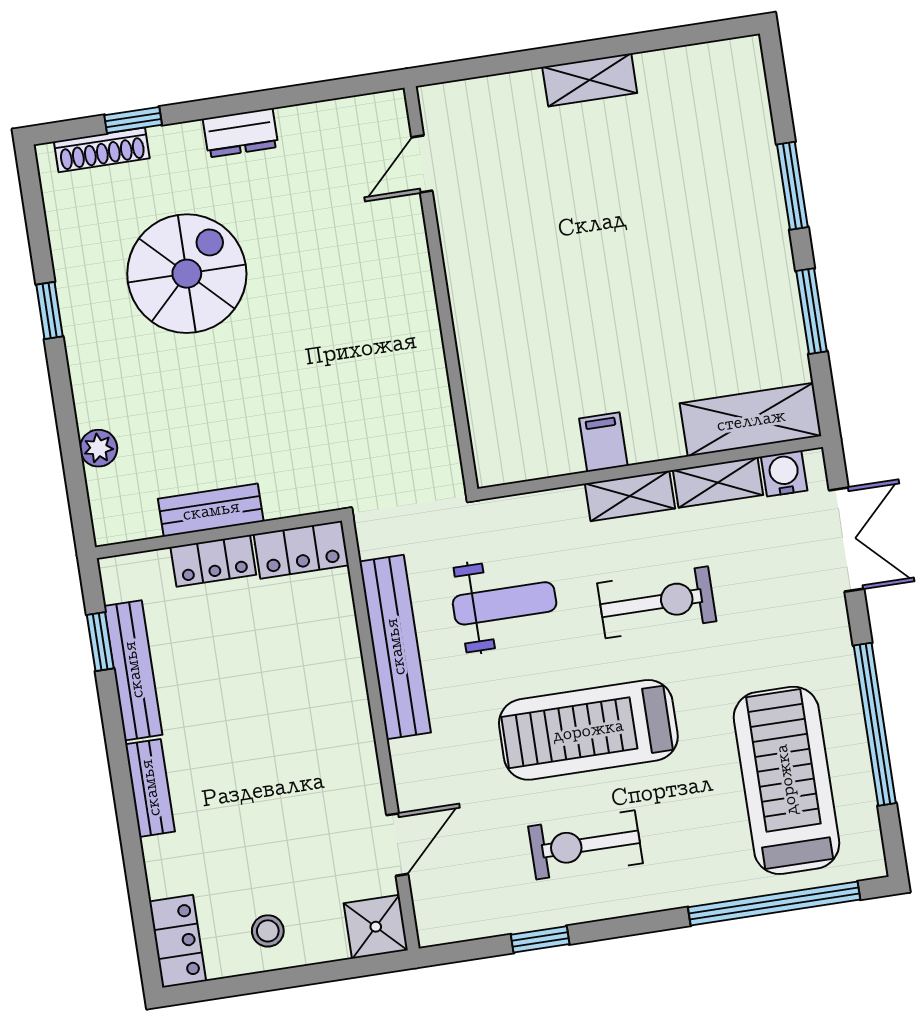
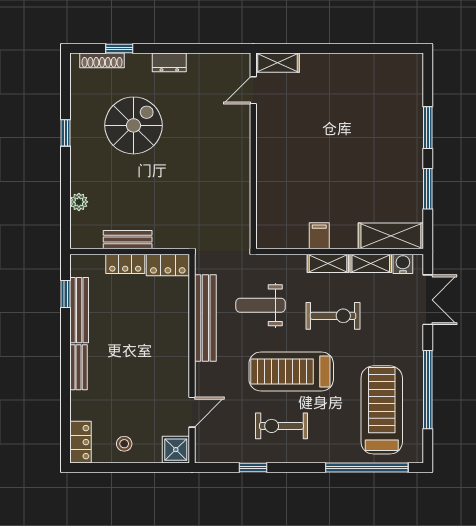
shelving: (590, 80) -> (277, 63), moved
weight bench: (505, 603) -> (261, 305), turned 180

